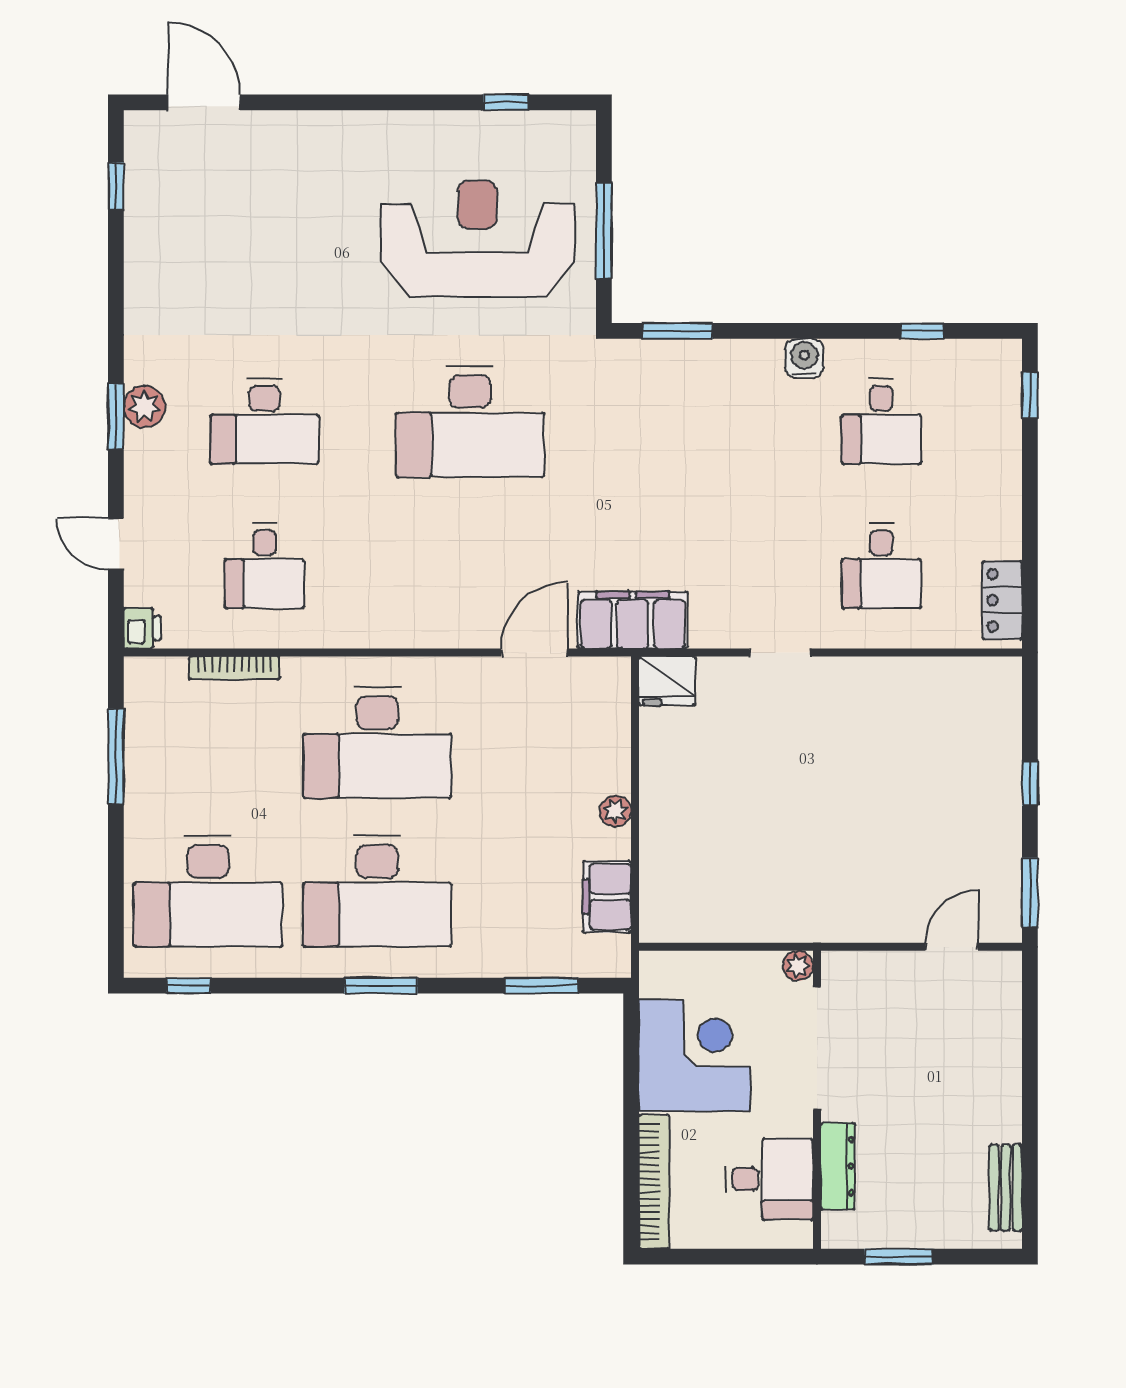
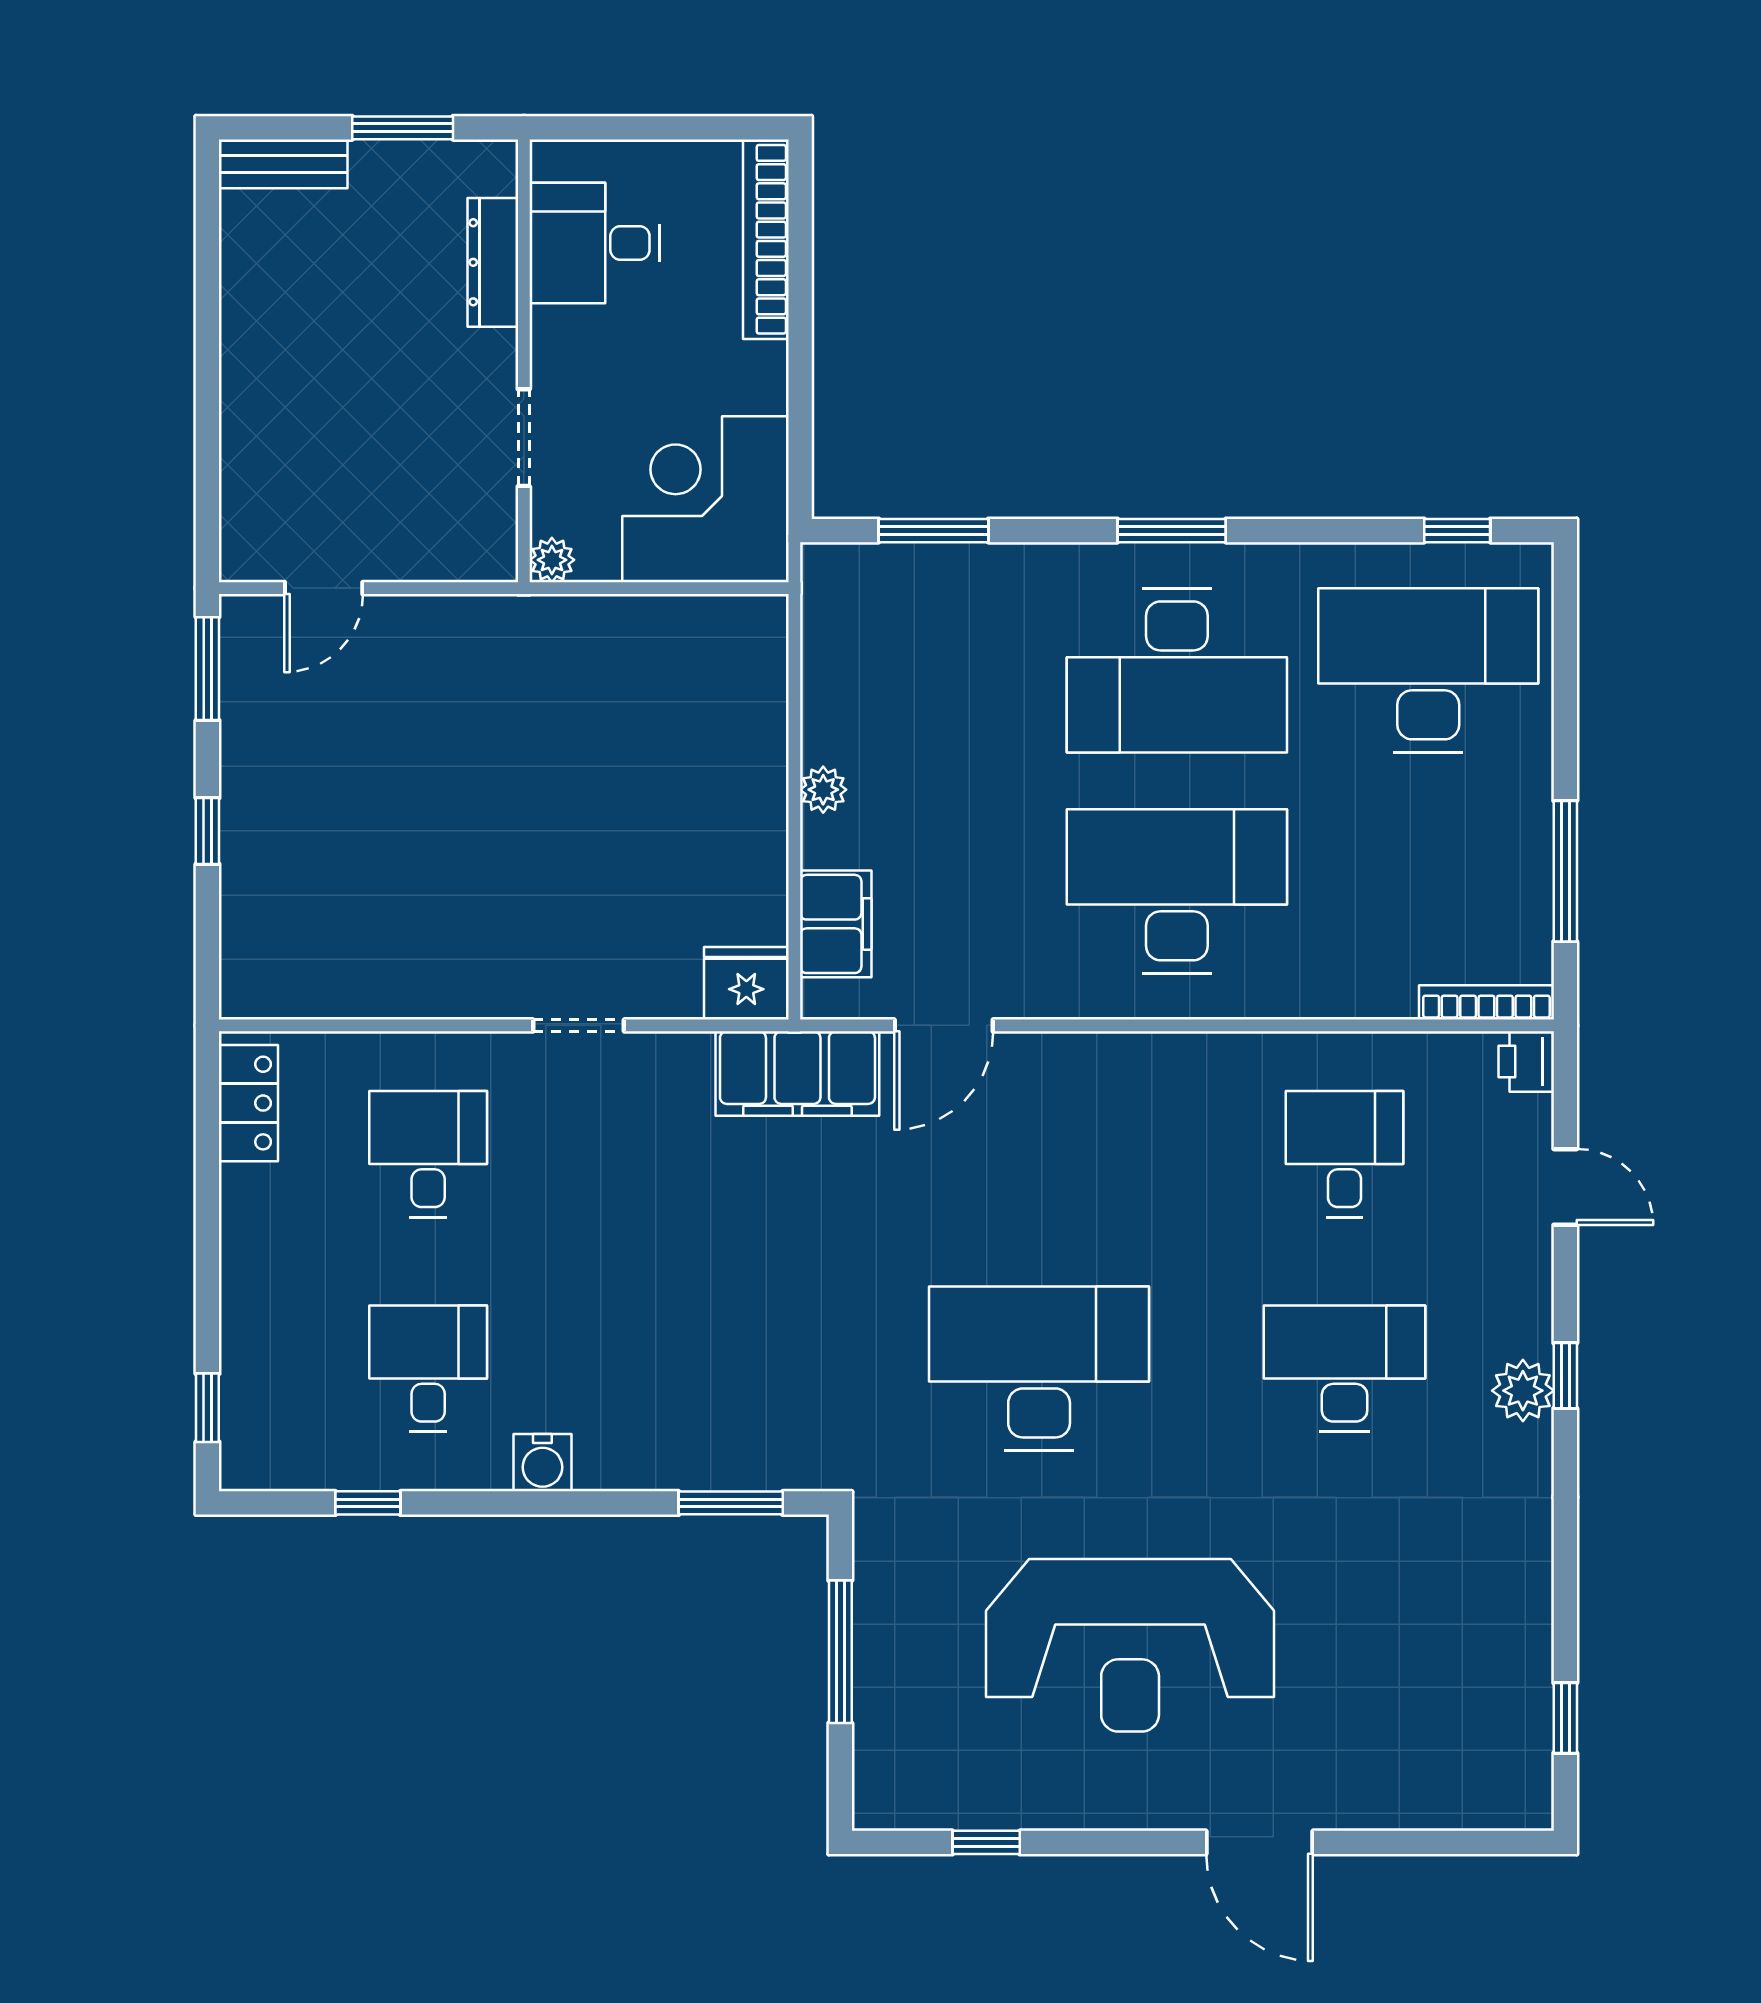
door: (204, 102) -> (1259, 1842), moved
reception desk: (478, 238) -> (1130, 1645), moved
window: (116, 417) -> (1565, 1376), width x0.67
bookcase: (234, 668) -> (1486, 1002), moved
desk: (377, 891) -> (1177, 670), turned 180
filing cabinet: (607, 897) -> (836, 924), moved
doorway: (817, 1048) -> (524, 438), width x0.53
corner desk: (695, 1055) -> (705, 499), moved, turned 90
bench: (1006, 1188) -> (283, 164), moved, turned 90

